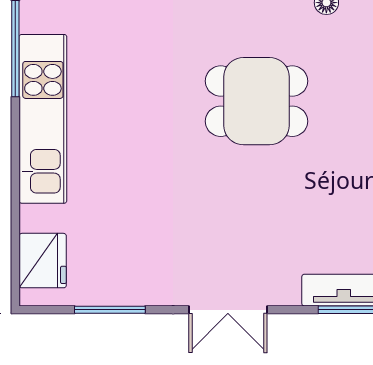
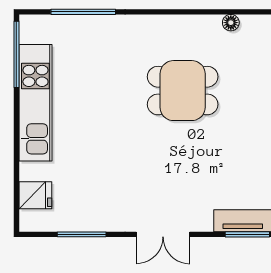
fridge: (43, 261) -> (35, 195), width x0.72

